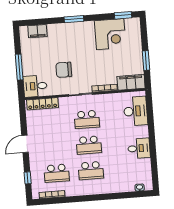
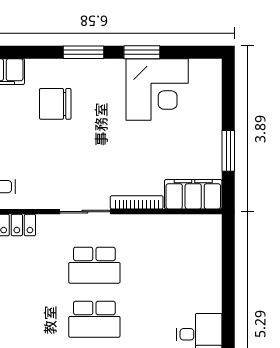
window: (123, 15) -> (142, 52), moved
chair: (64, 70) -> (55, 104), moved
desk: (135, 111) -> (198, 255), removed

